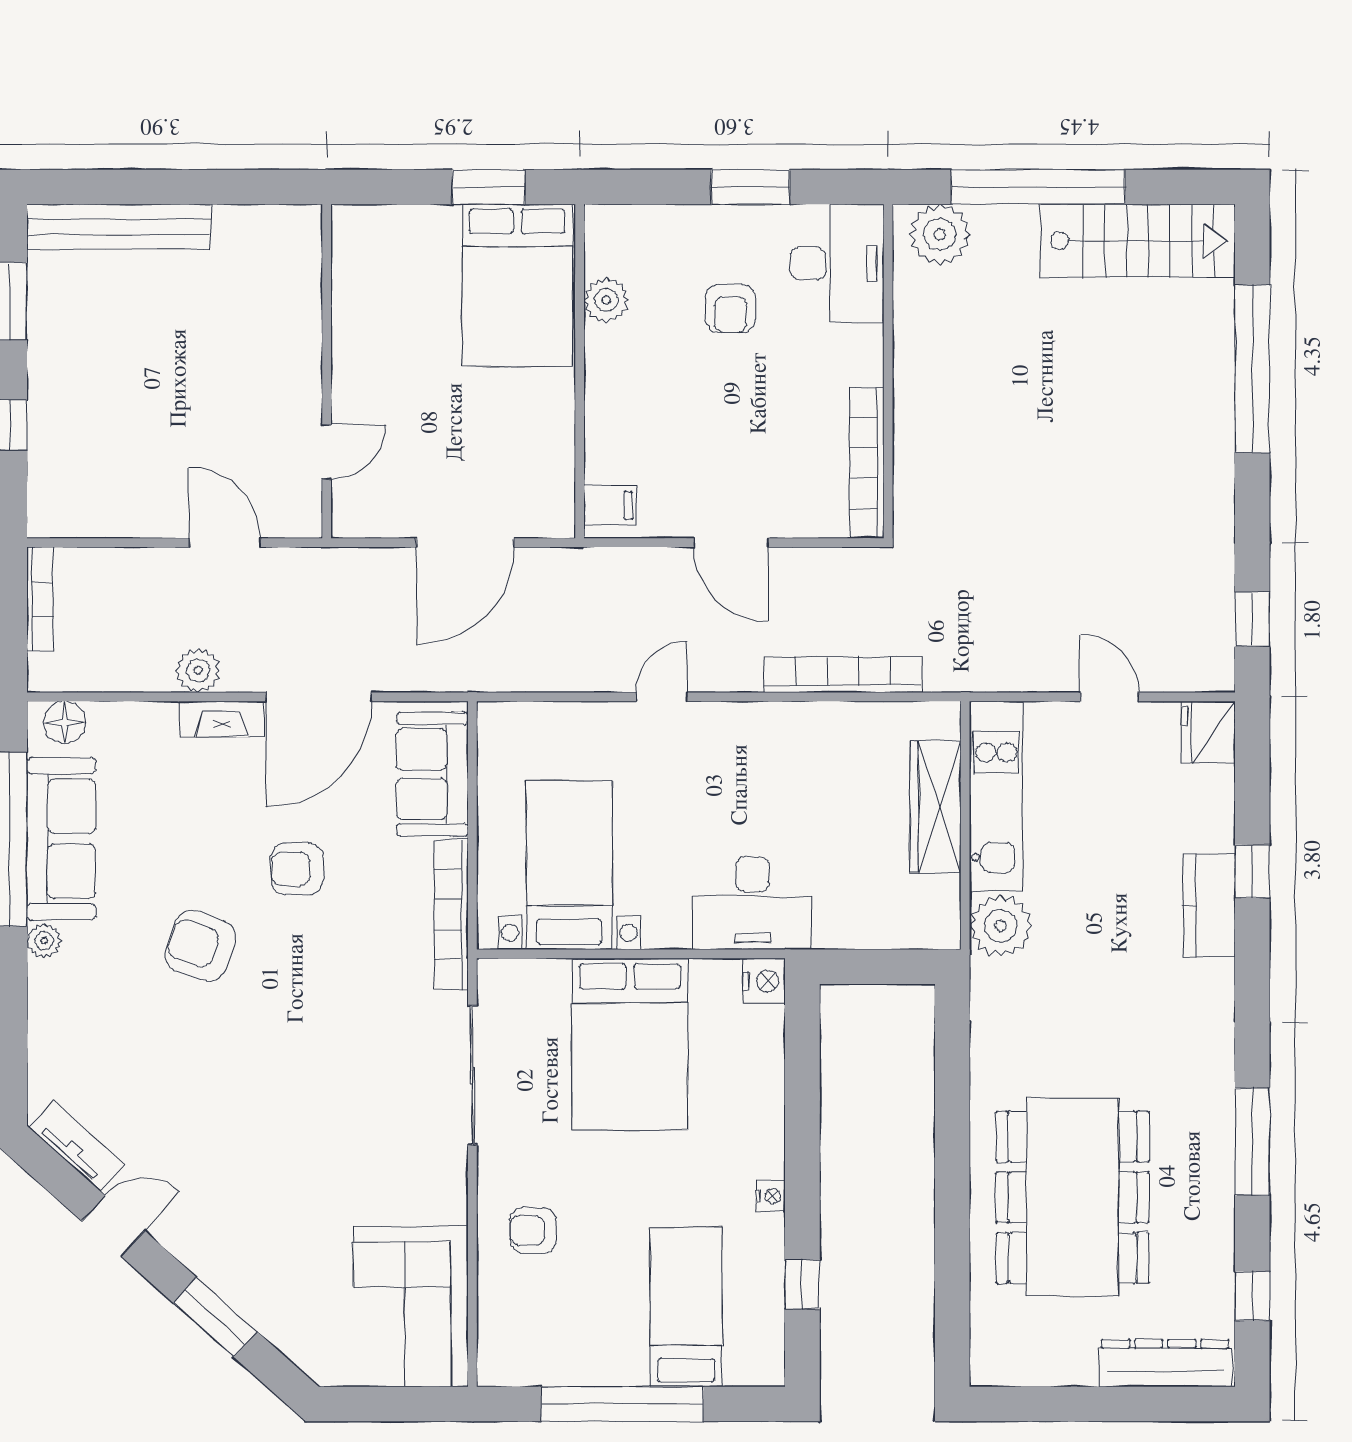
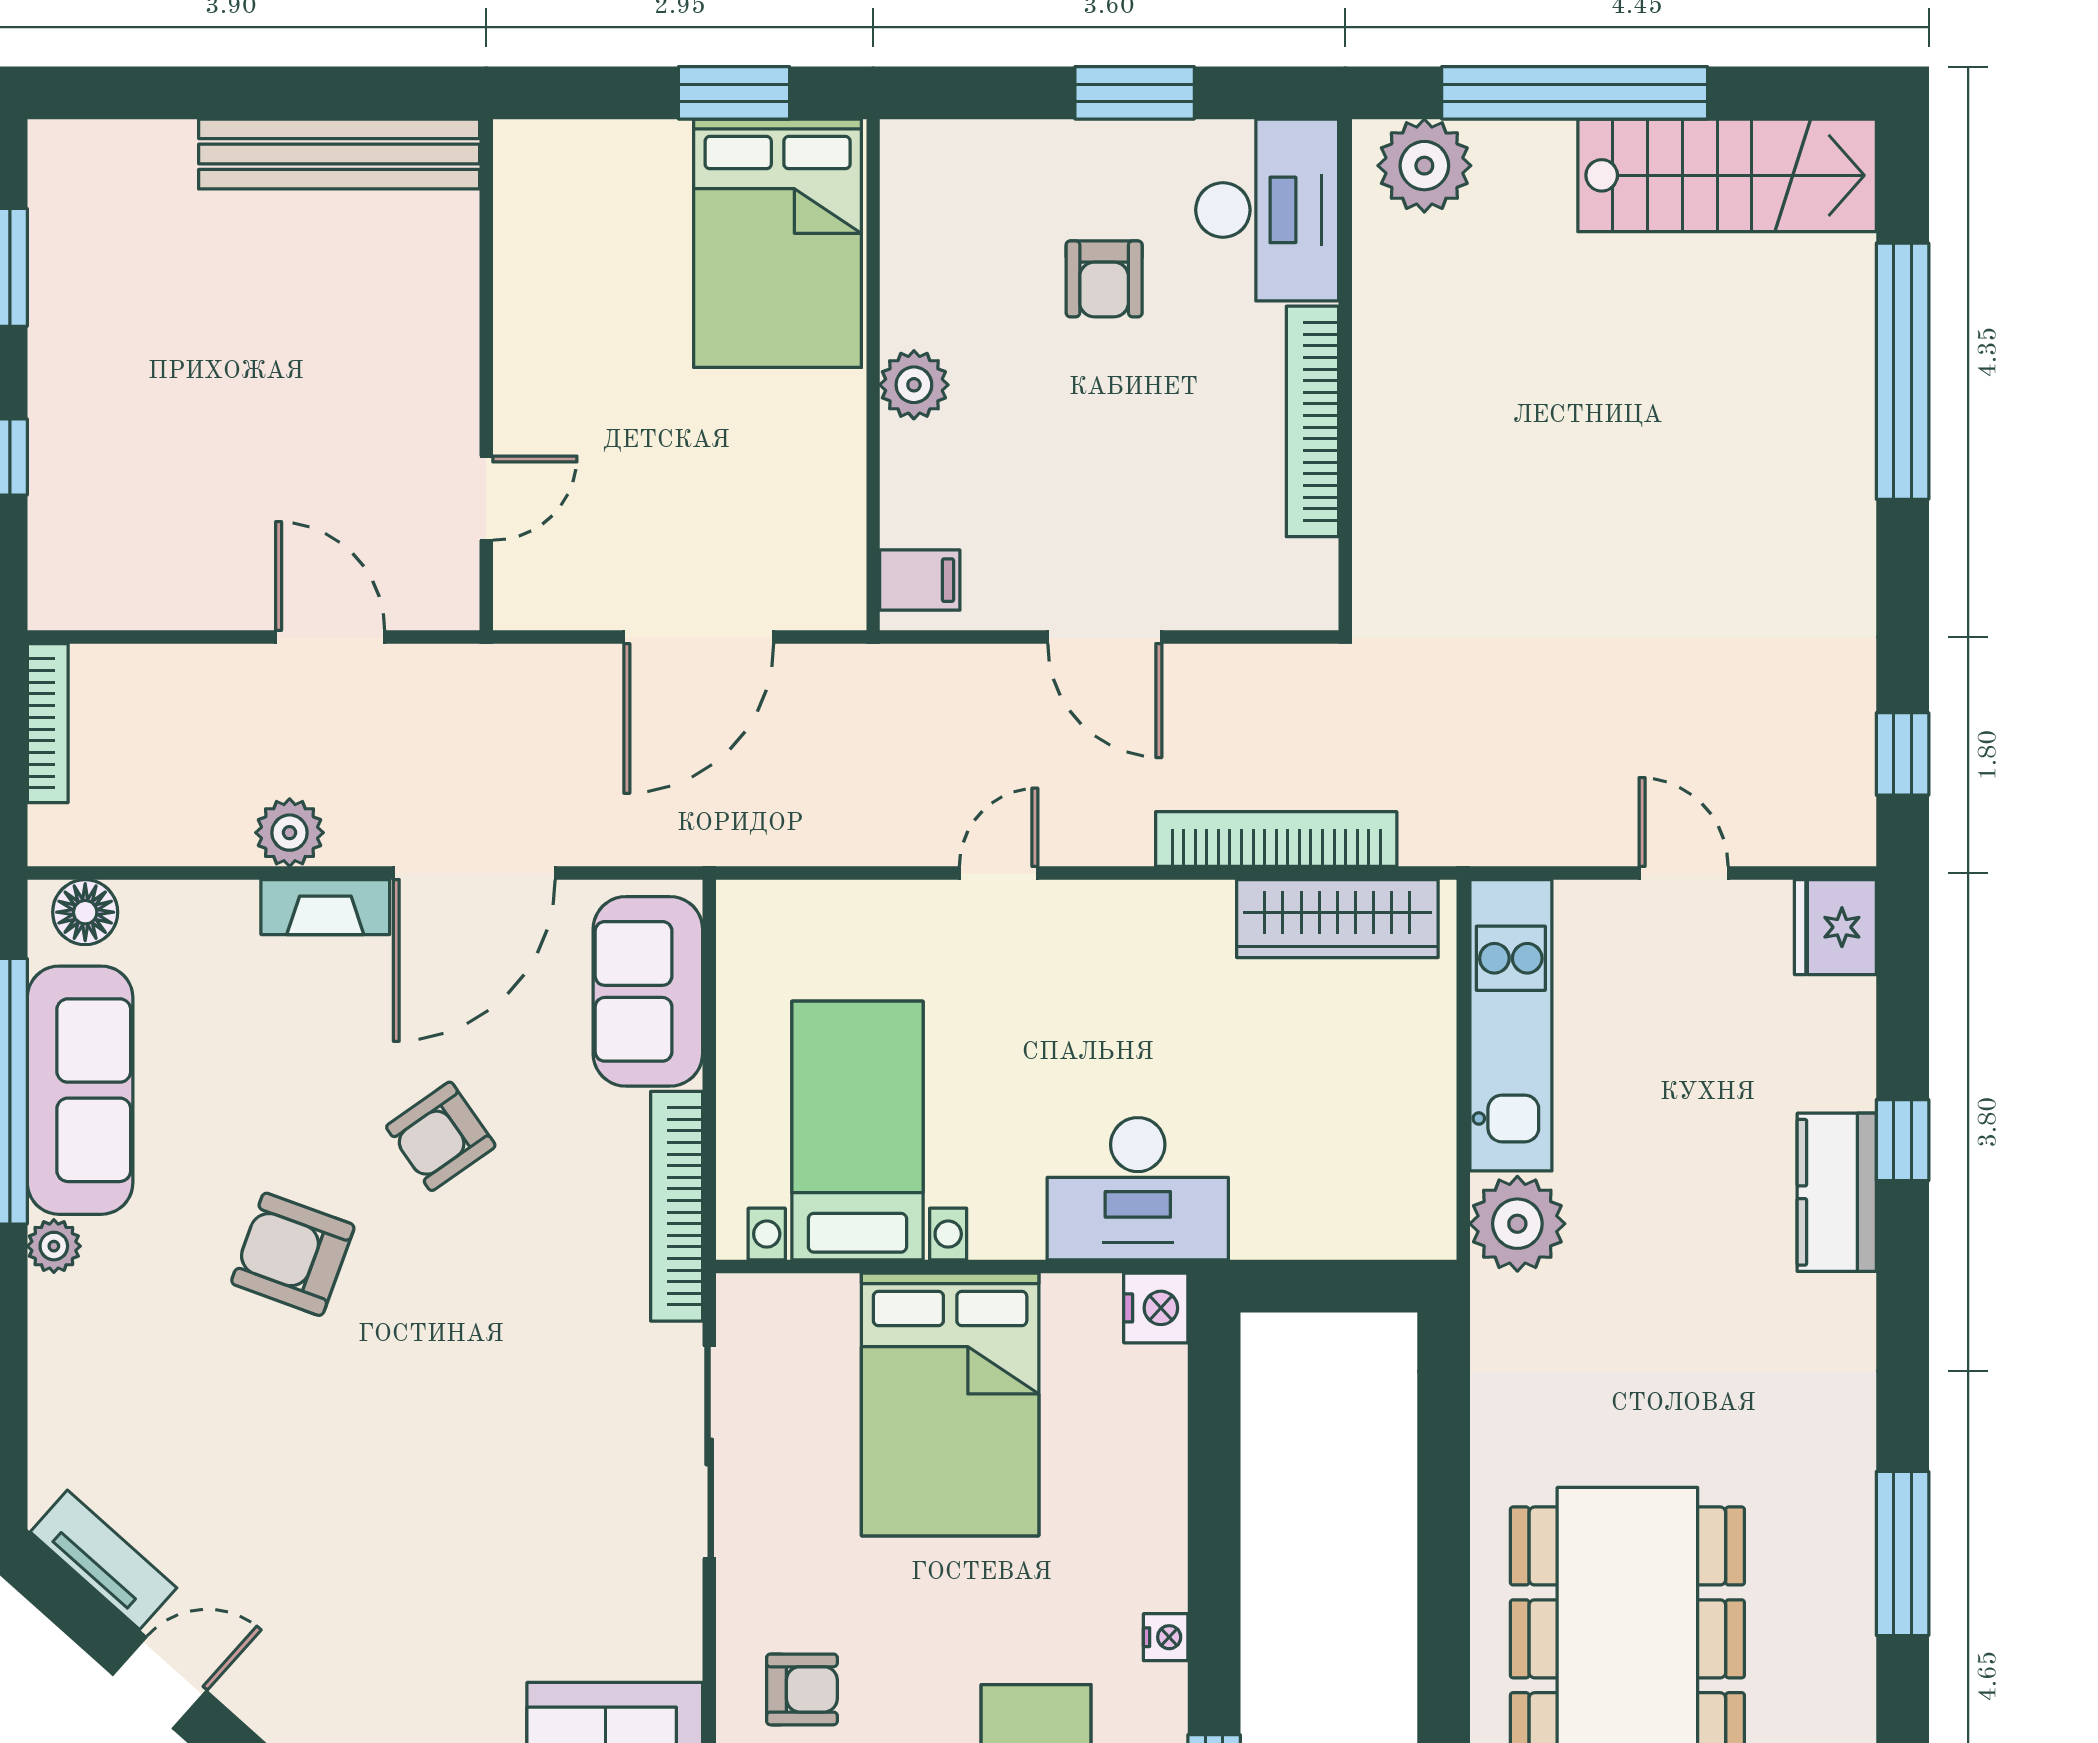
bench: (119, 227) -> (339, 154), moved
plant: (606, 300) -> (914, 385), moved
bookcase: (867, 463) -> (1312, 421), moved
wardrobe: (935, 807) -> (1337, 919), moved, turned -90
armchair: (297, 869) -> (441, 1136), turned -35
armchair: (533, 1230) -> (802, 1689), turned 180

